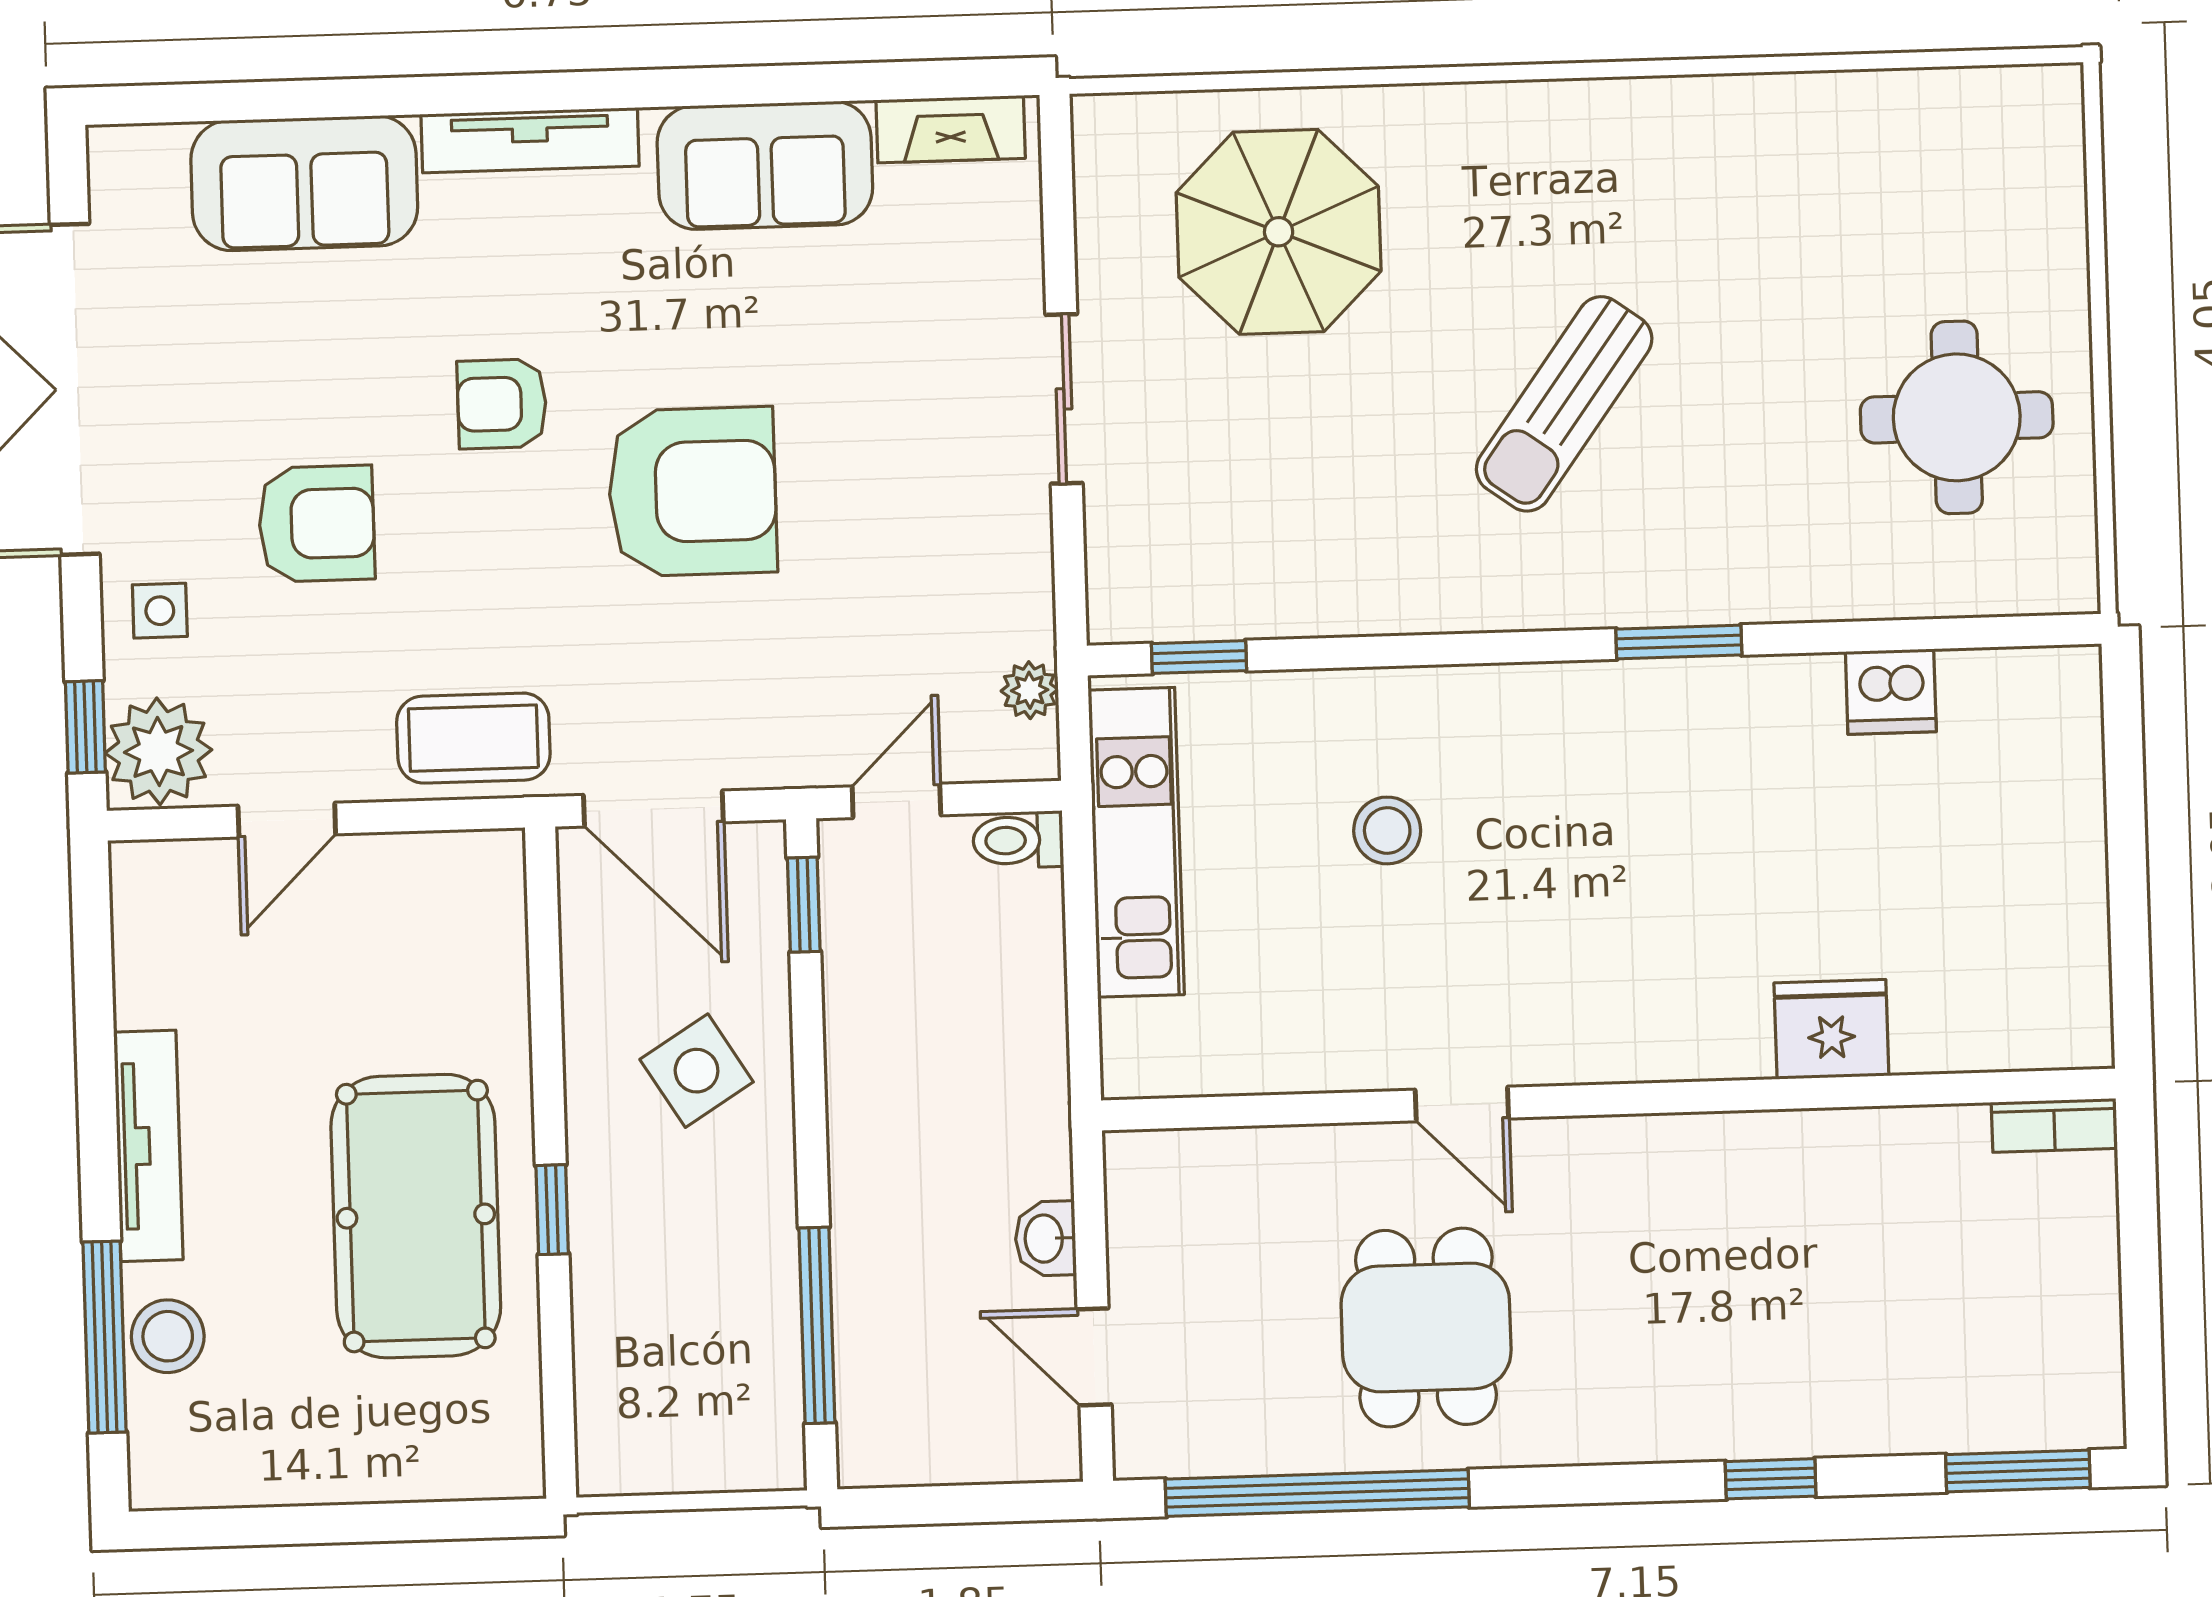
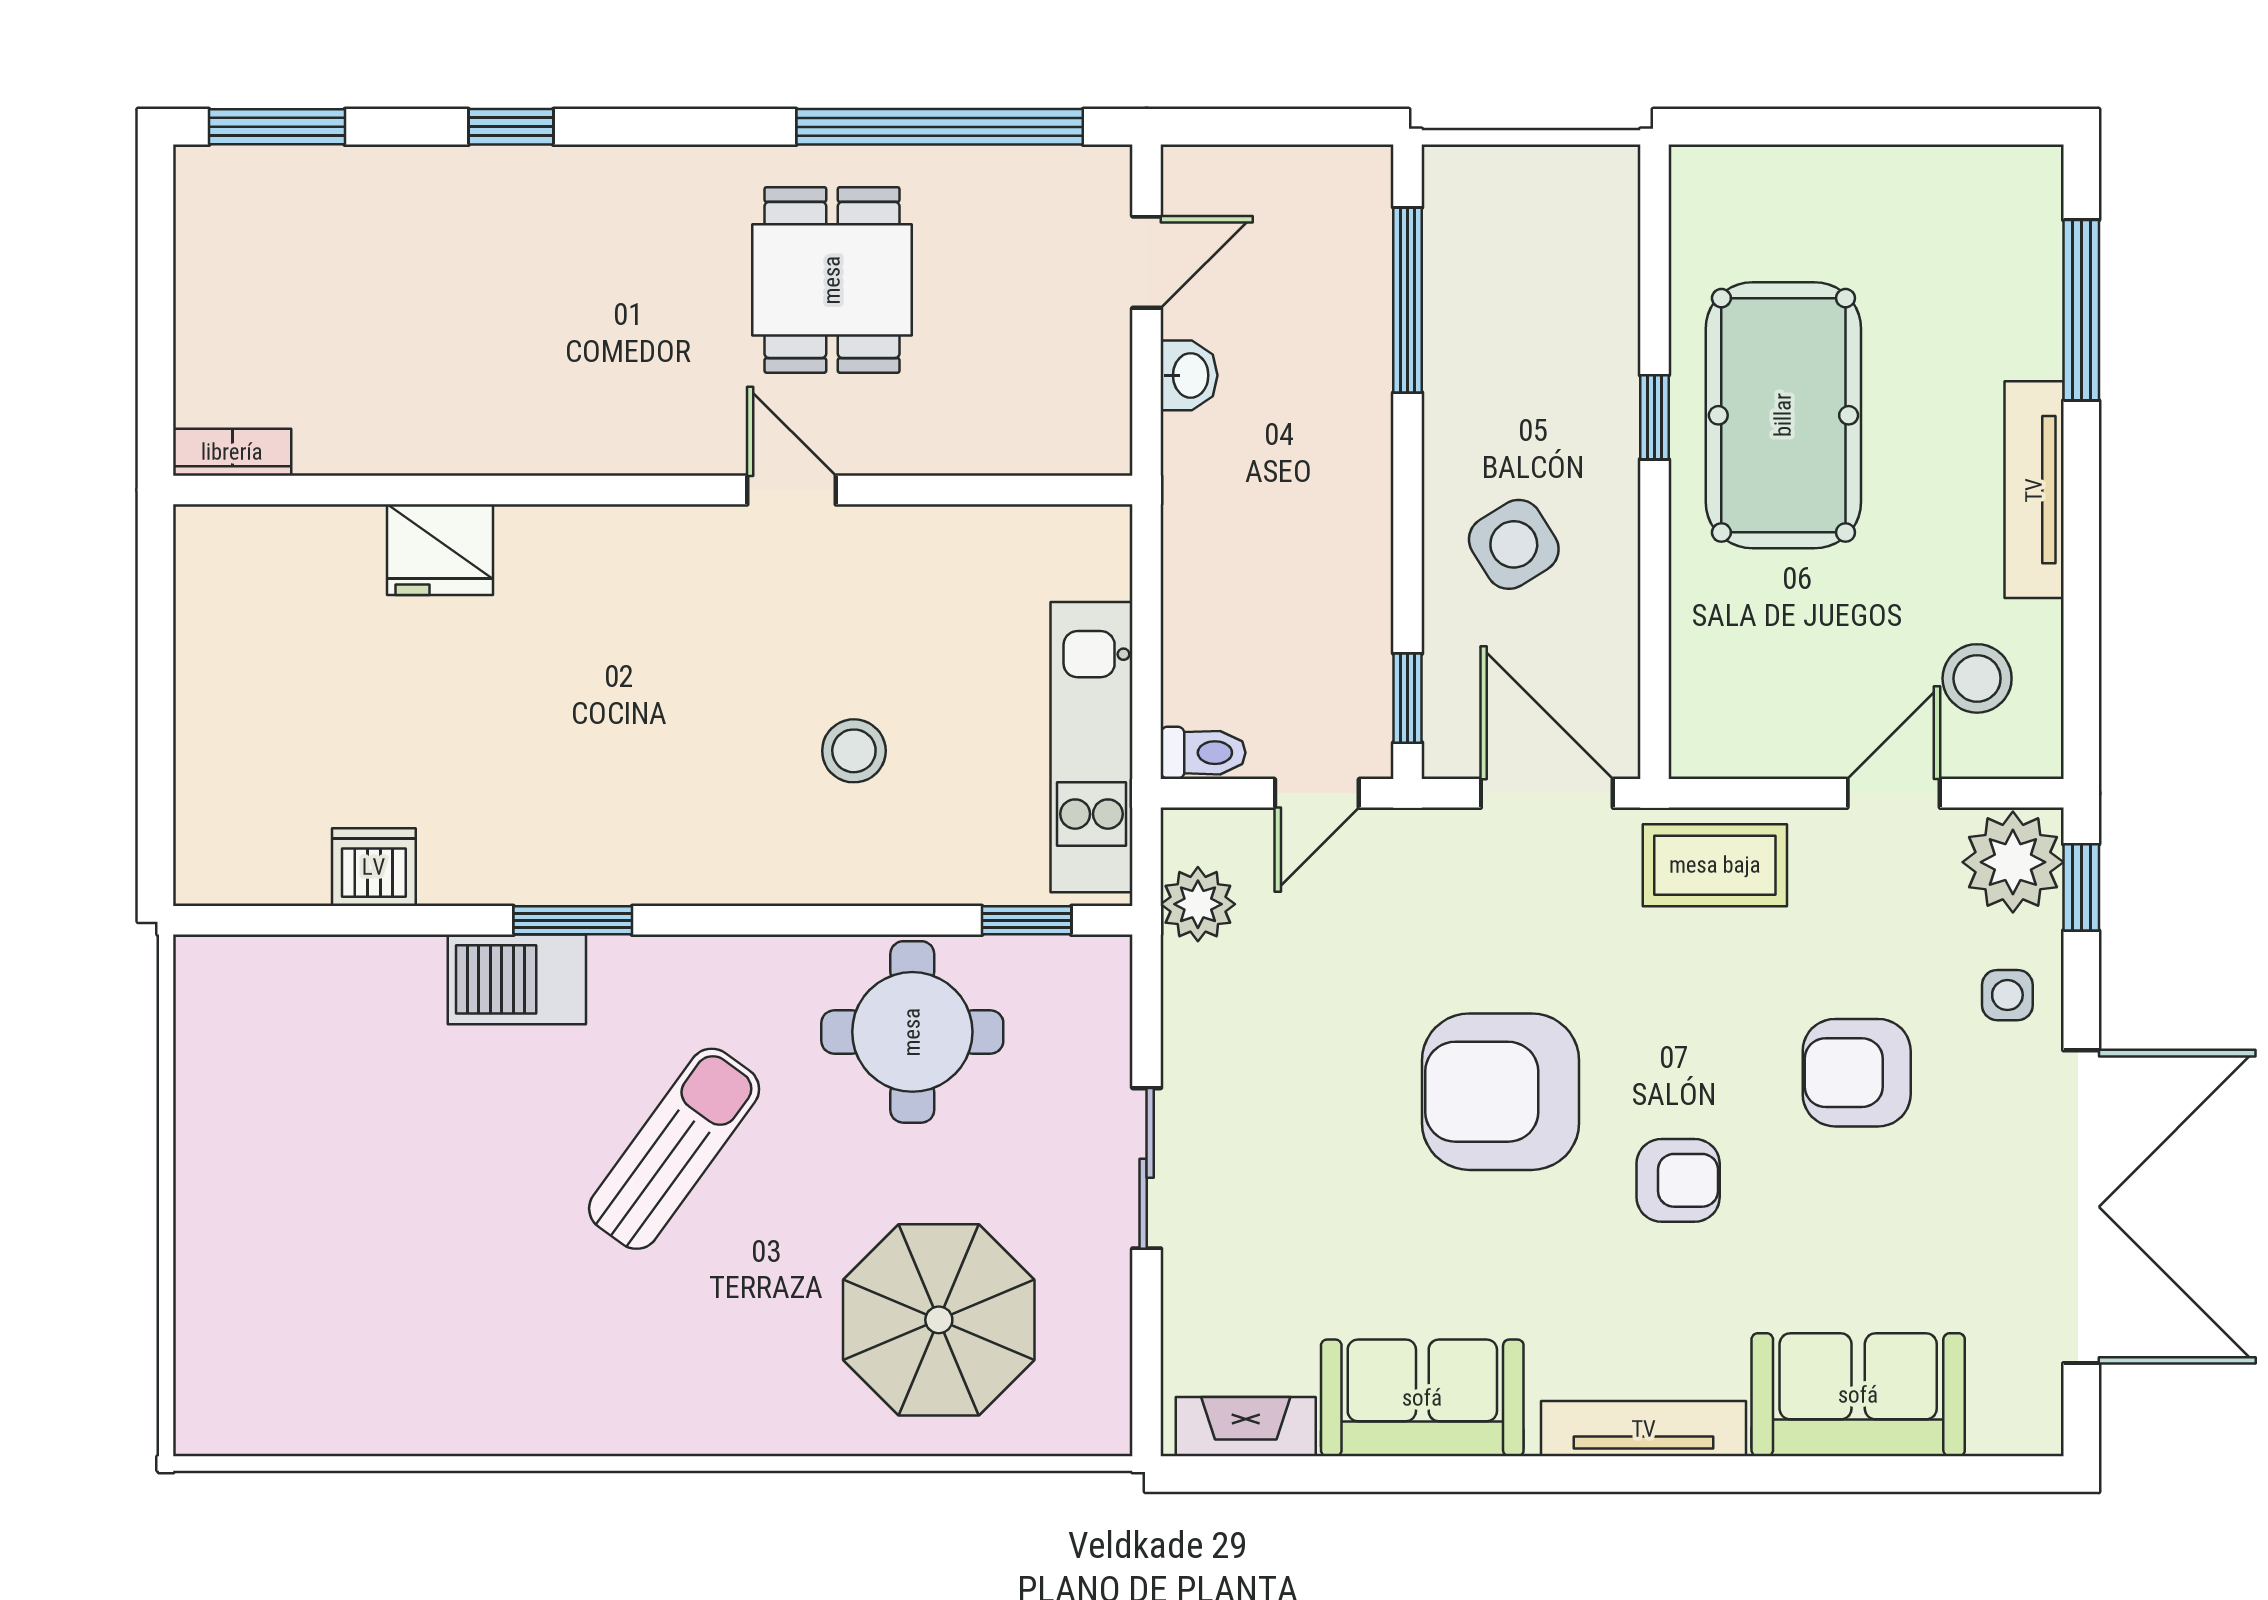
round table: (1957, 417) -> (912, 1032), moved
barbecue: (1736, 578) -> (517, 979), added
plant: (1030, 690) -> (1198, 904), width x1.38, depth x1.38
stool: (168, 1336) -> (1977, 678), moved
door: (1094, 1357) -> (1147, 262), hinge flipped

